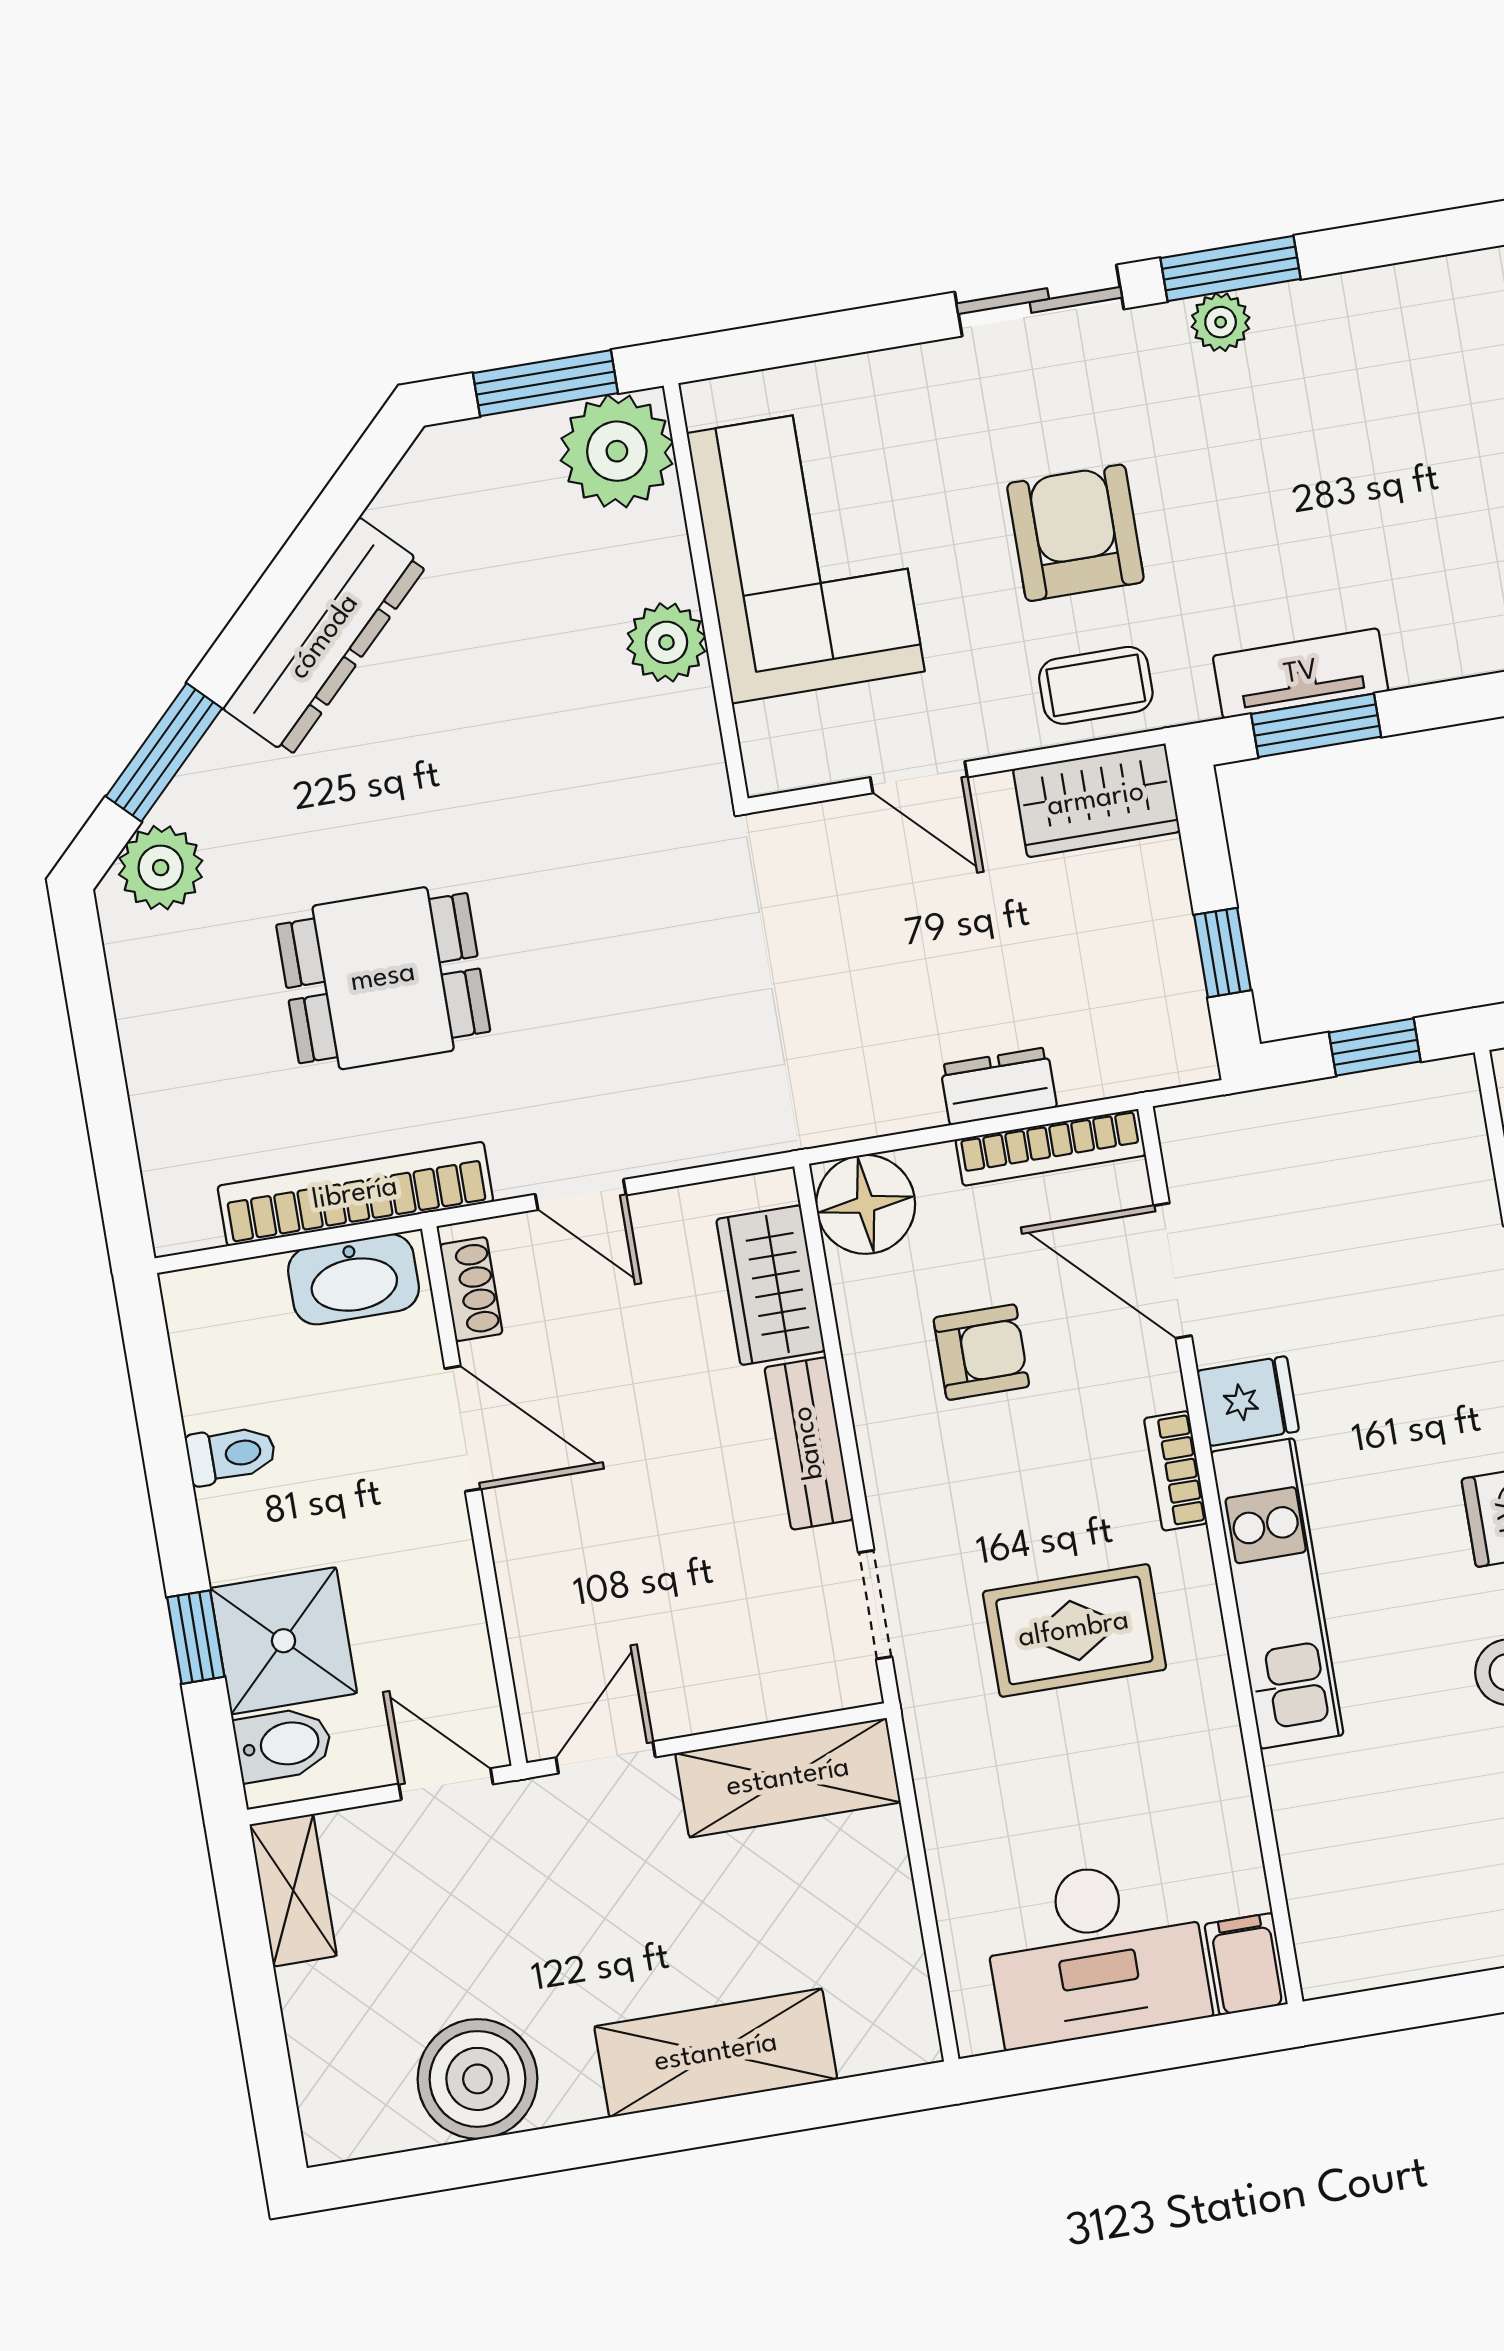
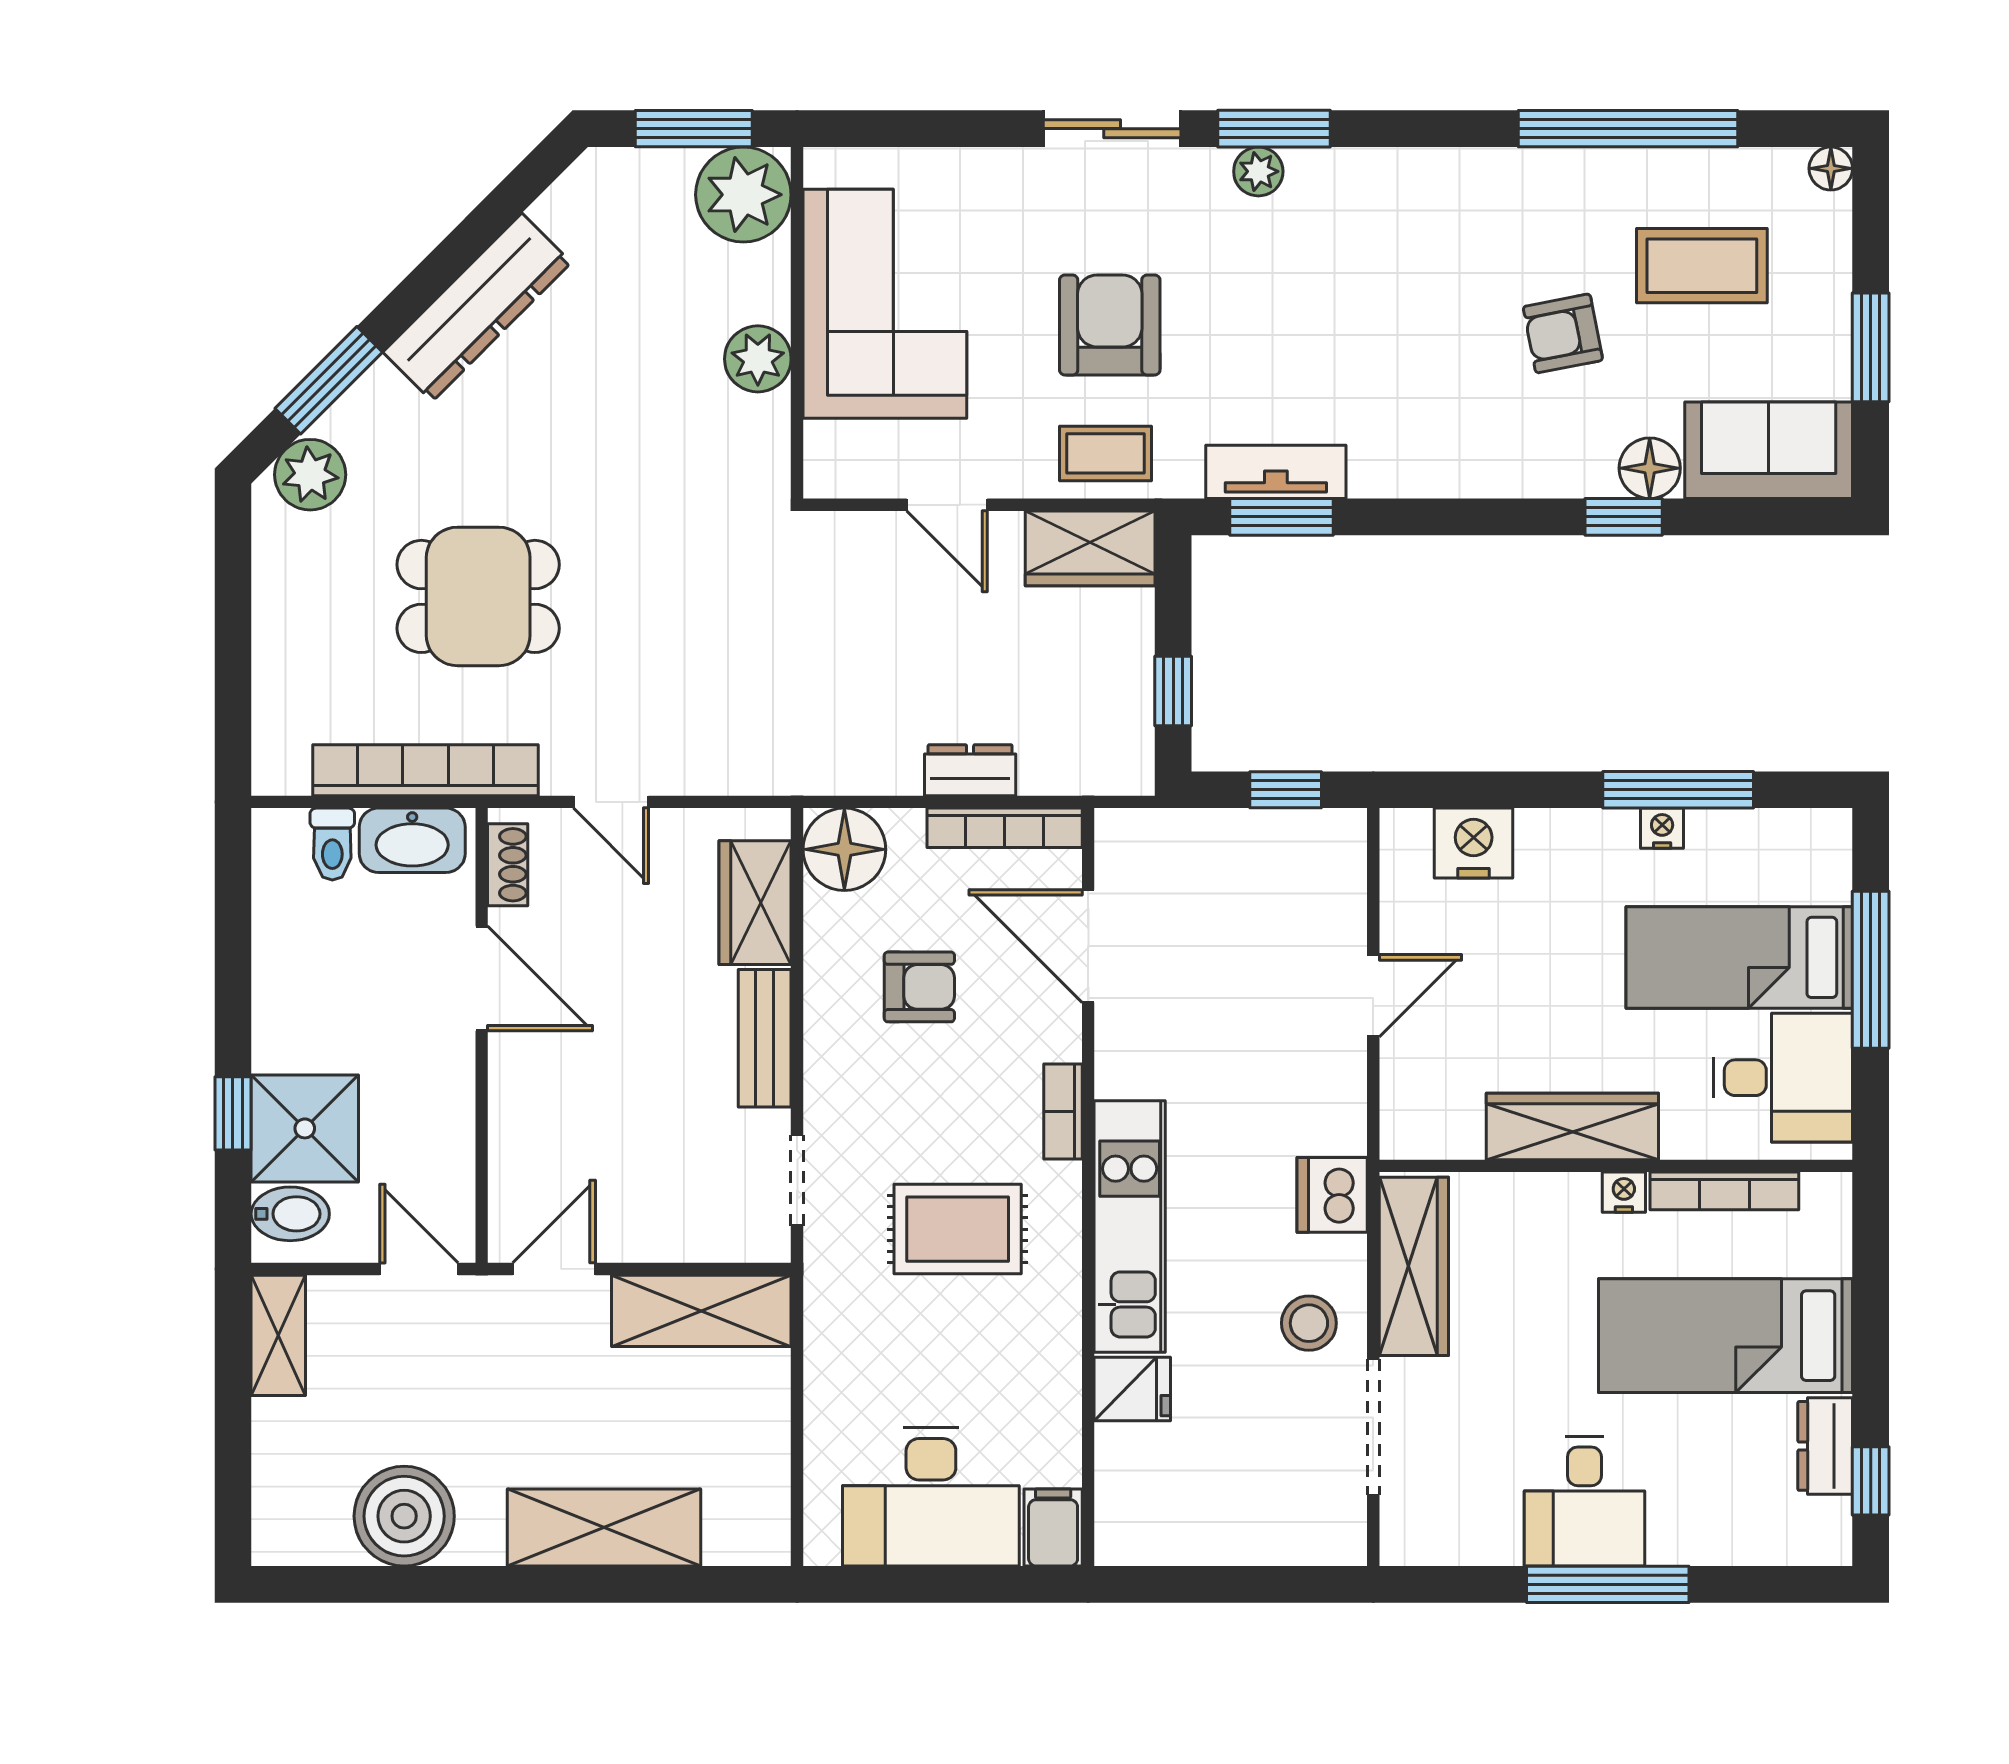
fridge: (1248, 1401) -> (1132, 1389), moved
toilet: (231, 1455) -> (332, 844), moved, turned 90

